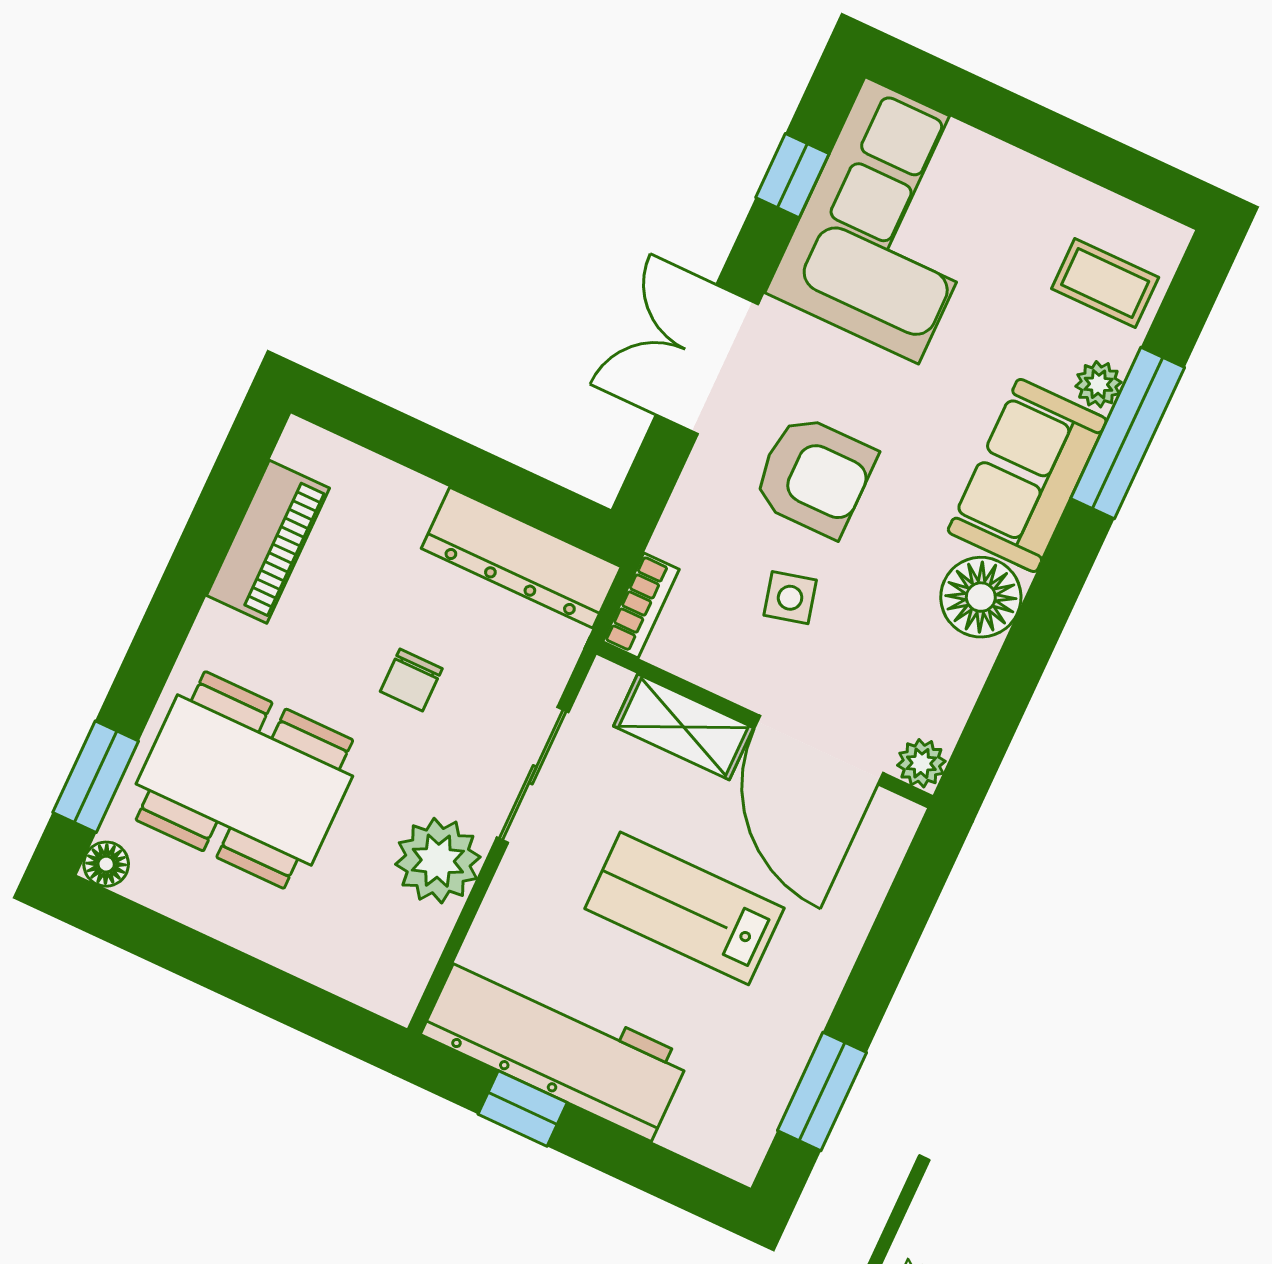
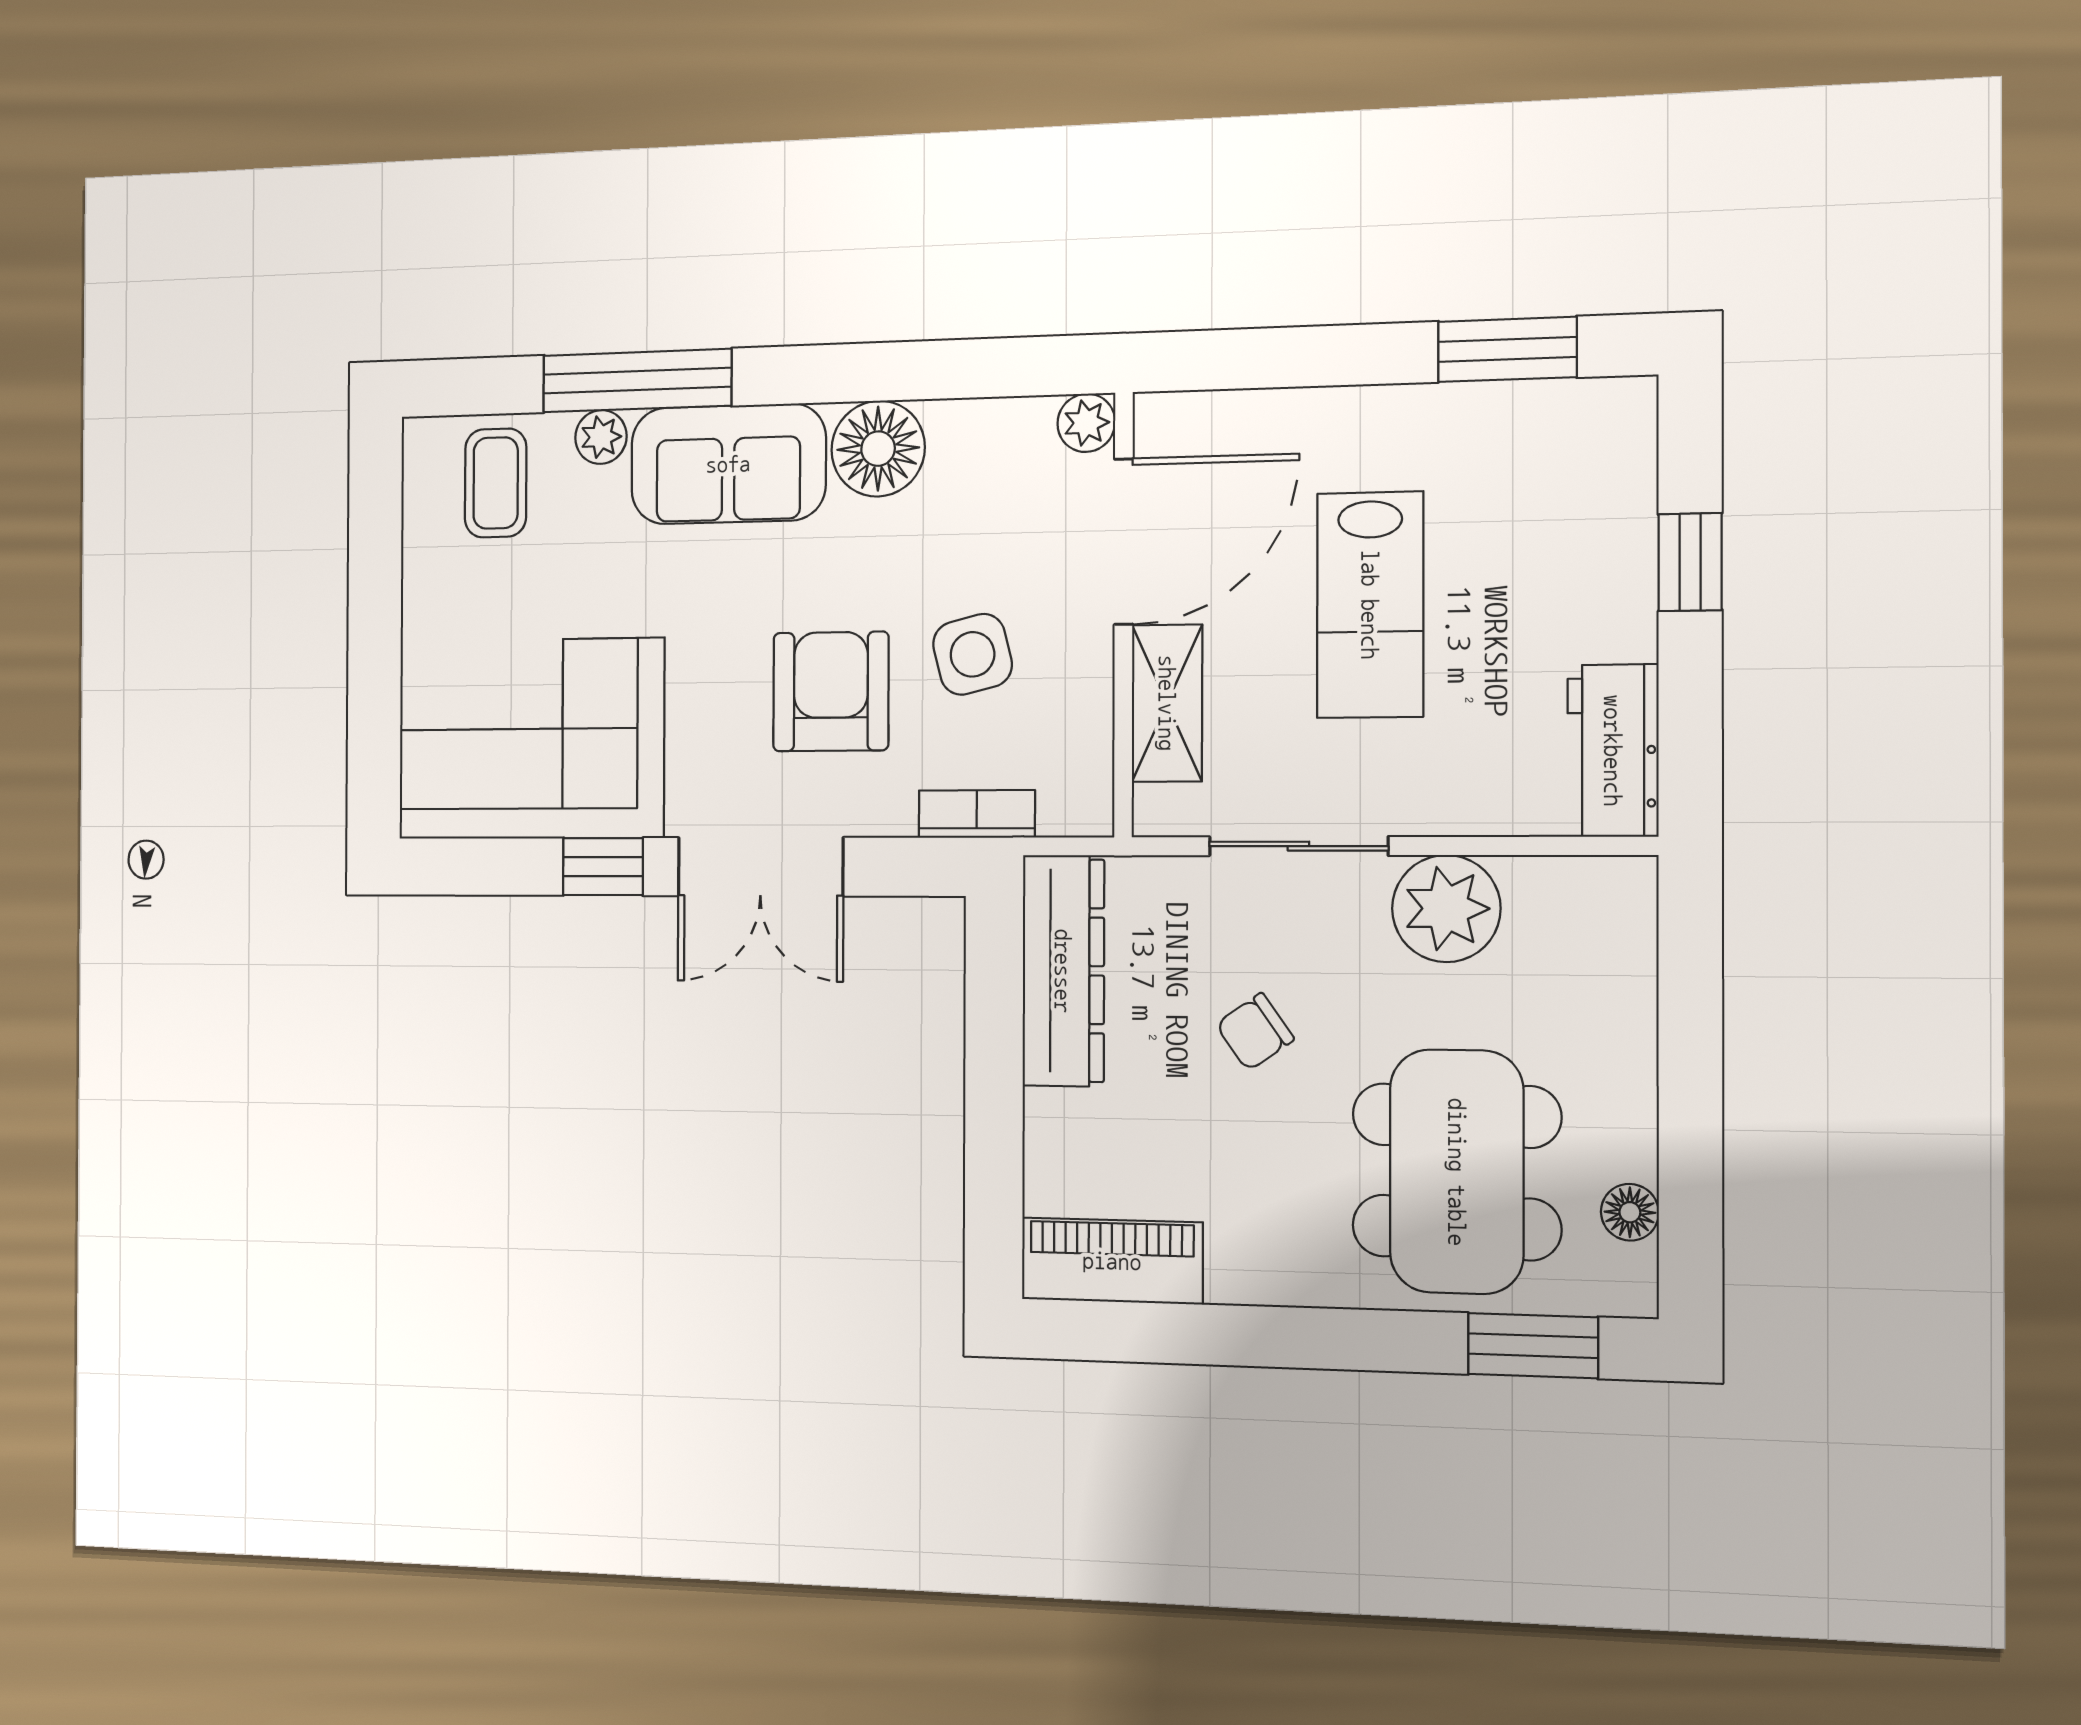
window: (792, 176) -> (603, 867), moved
piano: (268, 542) -> (1112, 1261), moved
side table: (790, 598) -> (973, 654), width x1.37, depth x1.37
bookcase: (641, 606) -> (977, 814), moved
chair: (411, 680) -> (1255, 1032), turned 145
floor lamp: (106, 864) -> (1630, 1212), moved
workbench: (555, 1046) -> (1613, 751), width x0.53, depth x0.76
window: (523, 1108) -> (1690, 562), moved

